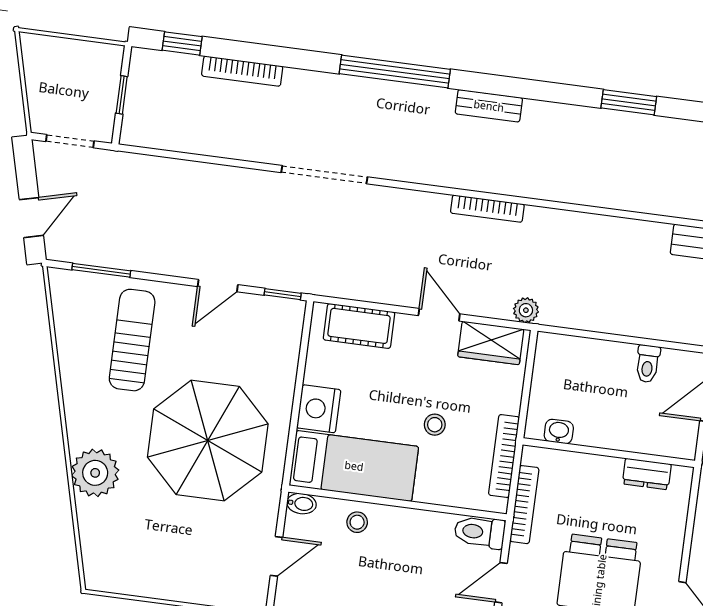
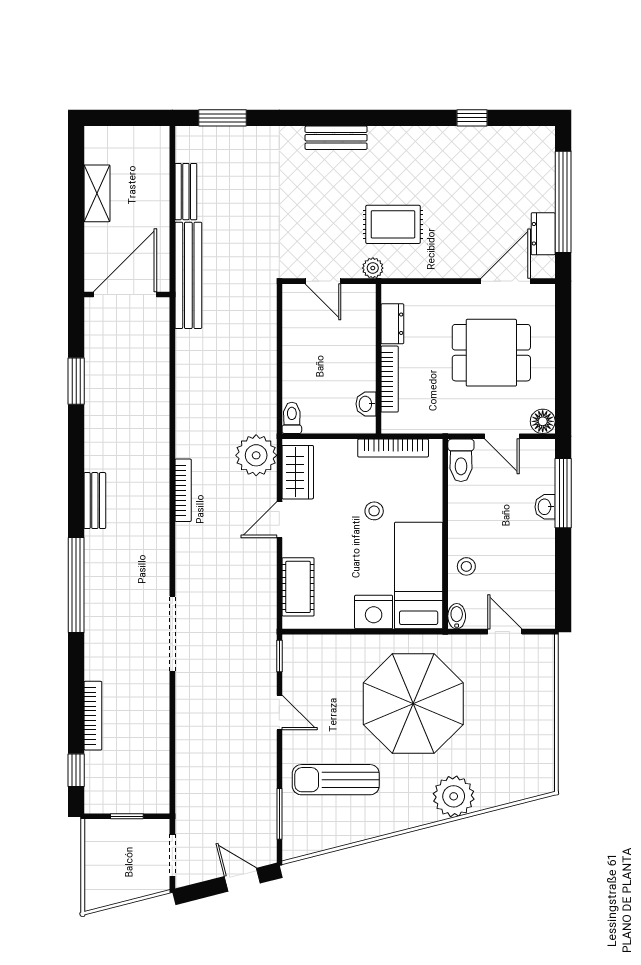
plant: (526, 310) -> (256, 455), width x1.88, depth x1.88
toilet: (648, 364) -> (292, 418), moved, turned -90
bookcase: (524, 505) -> (390, 379), moved, turned 90

